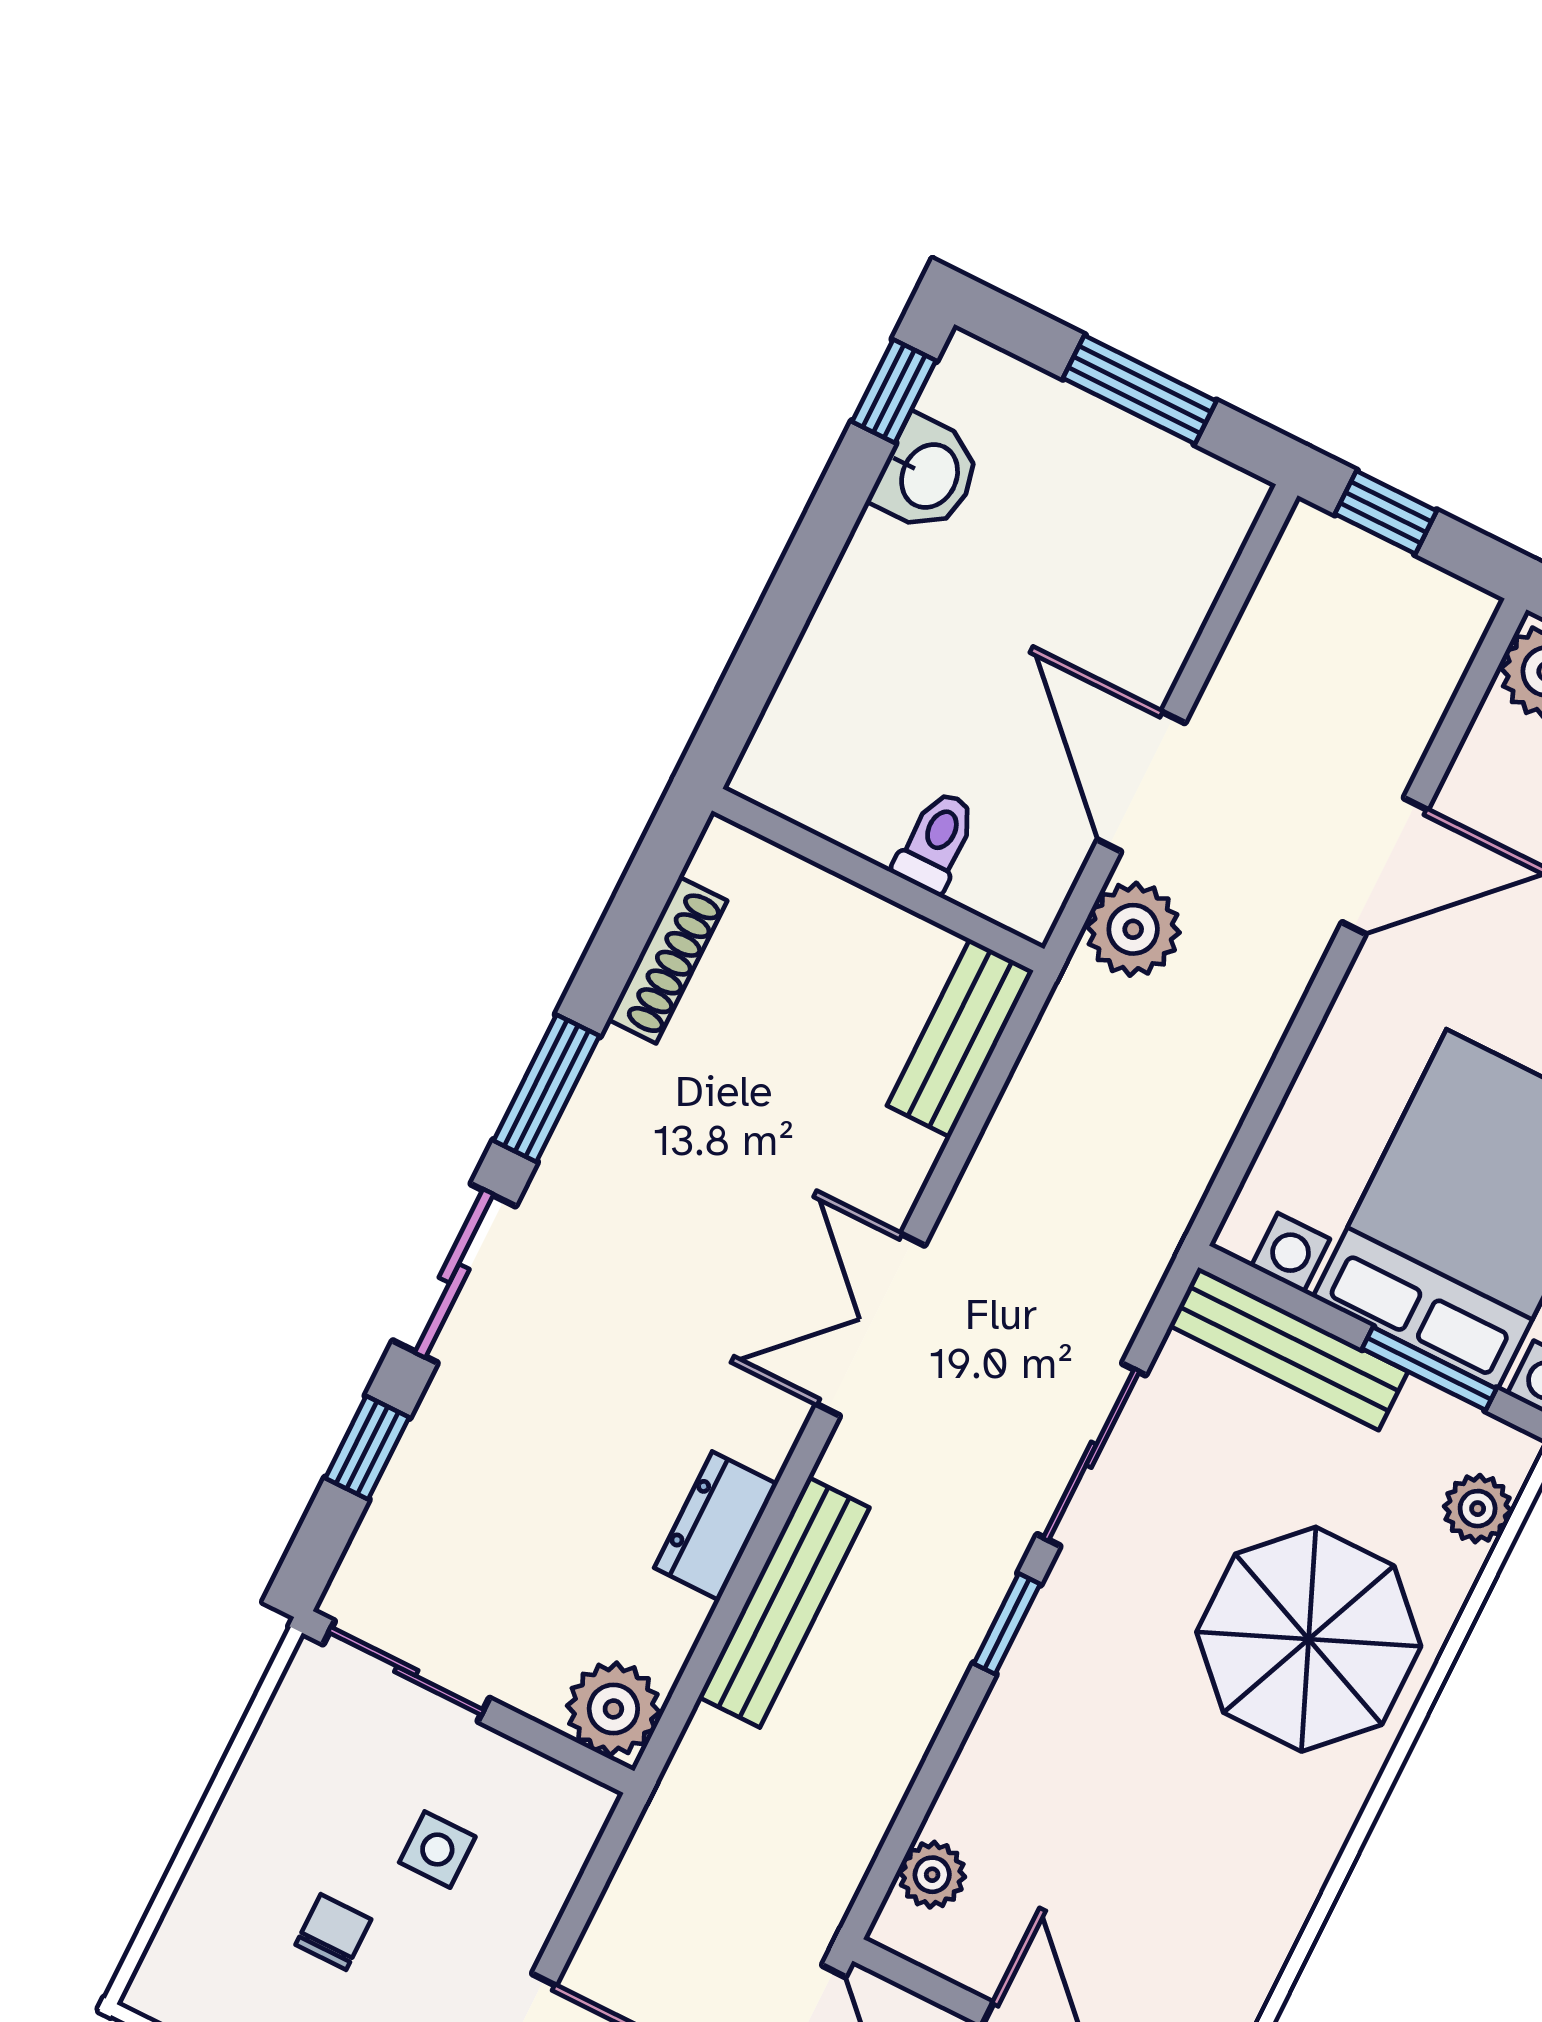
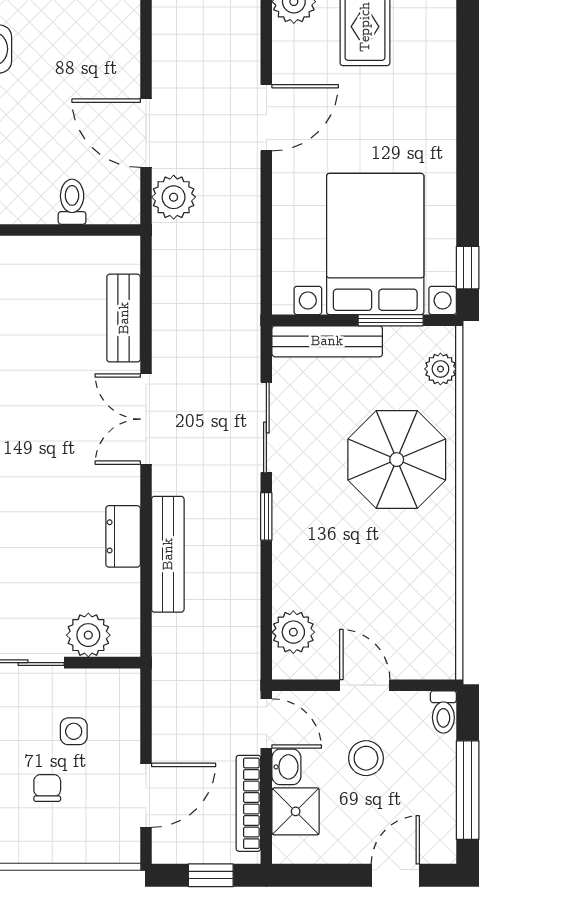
bench: (960, 1038) -> (124, 318), moved
plant: (613, 1709) -> (88, 635), moved
plant: (932, 1875) -> (293, 632), width x1.38, depth x1.38

